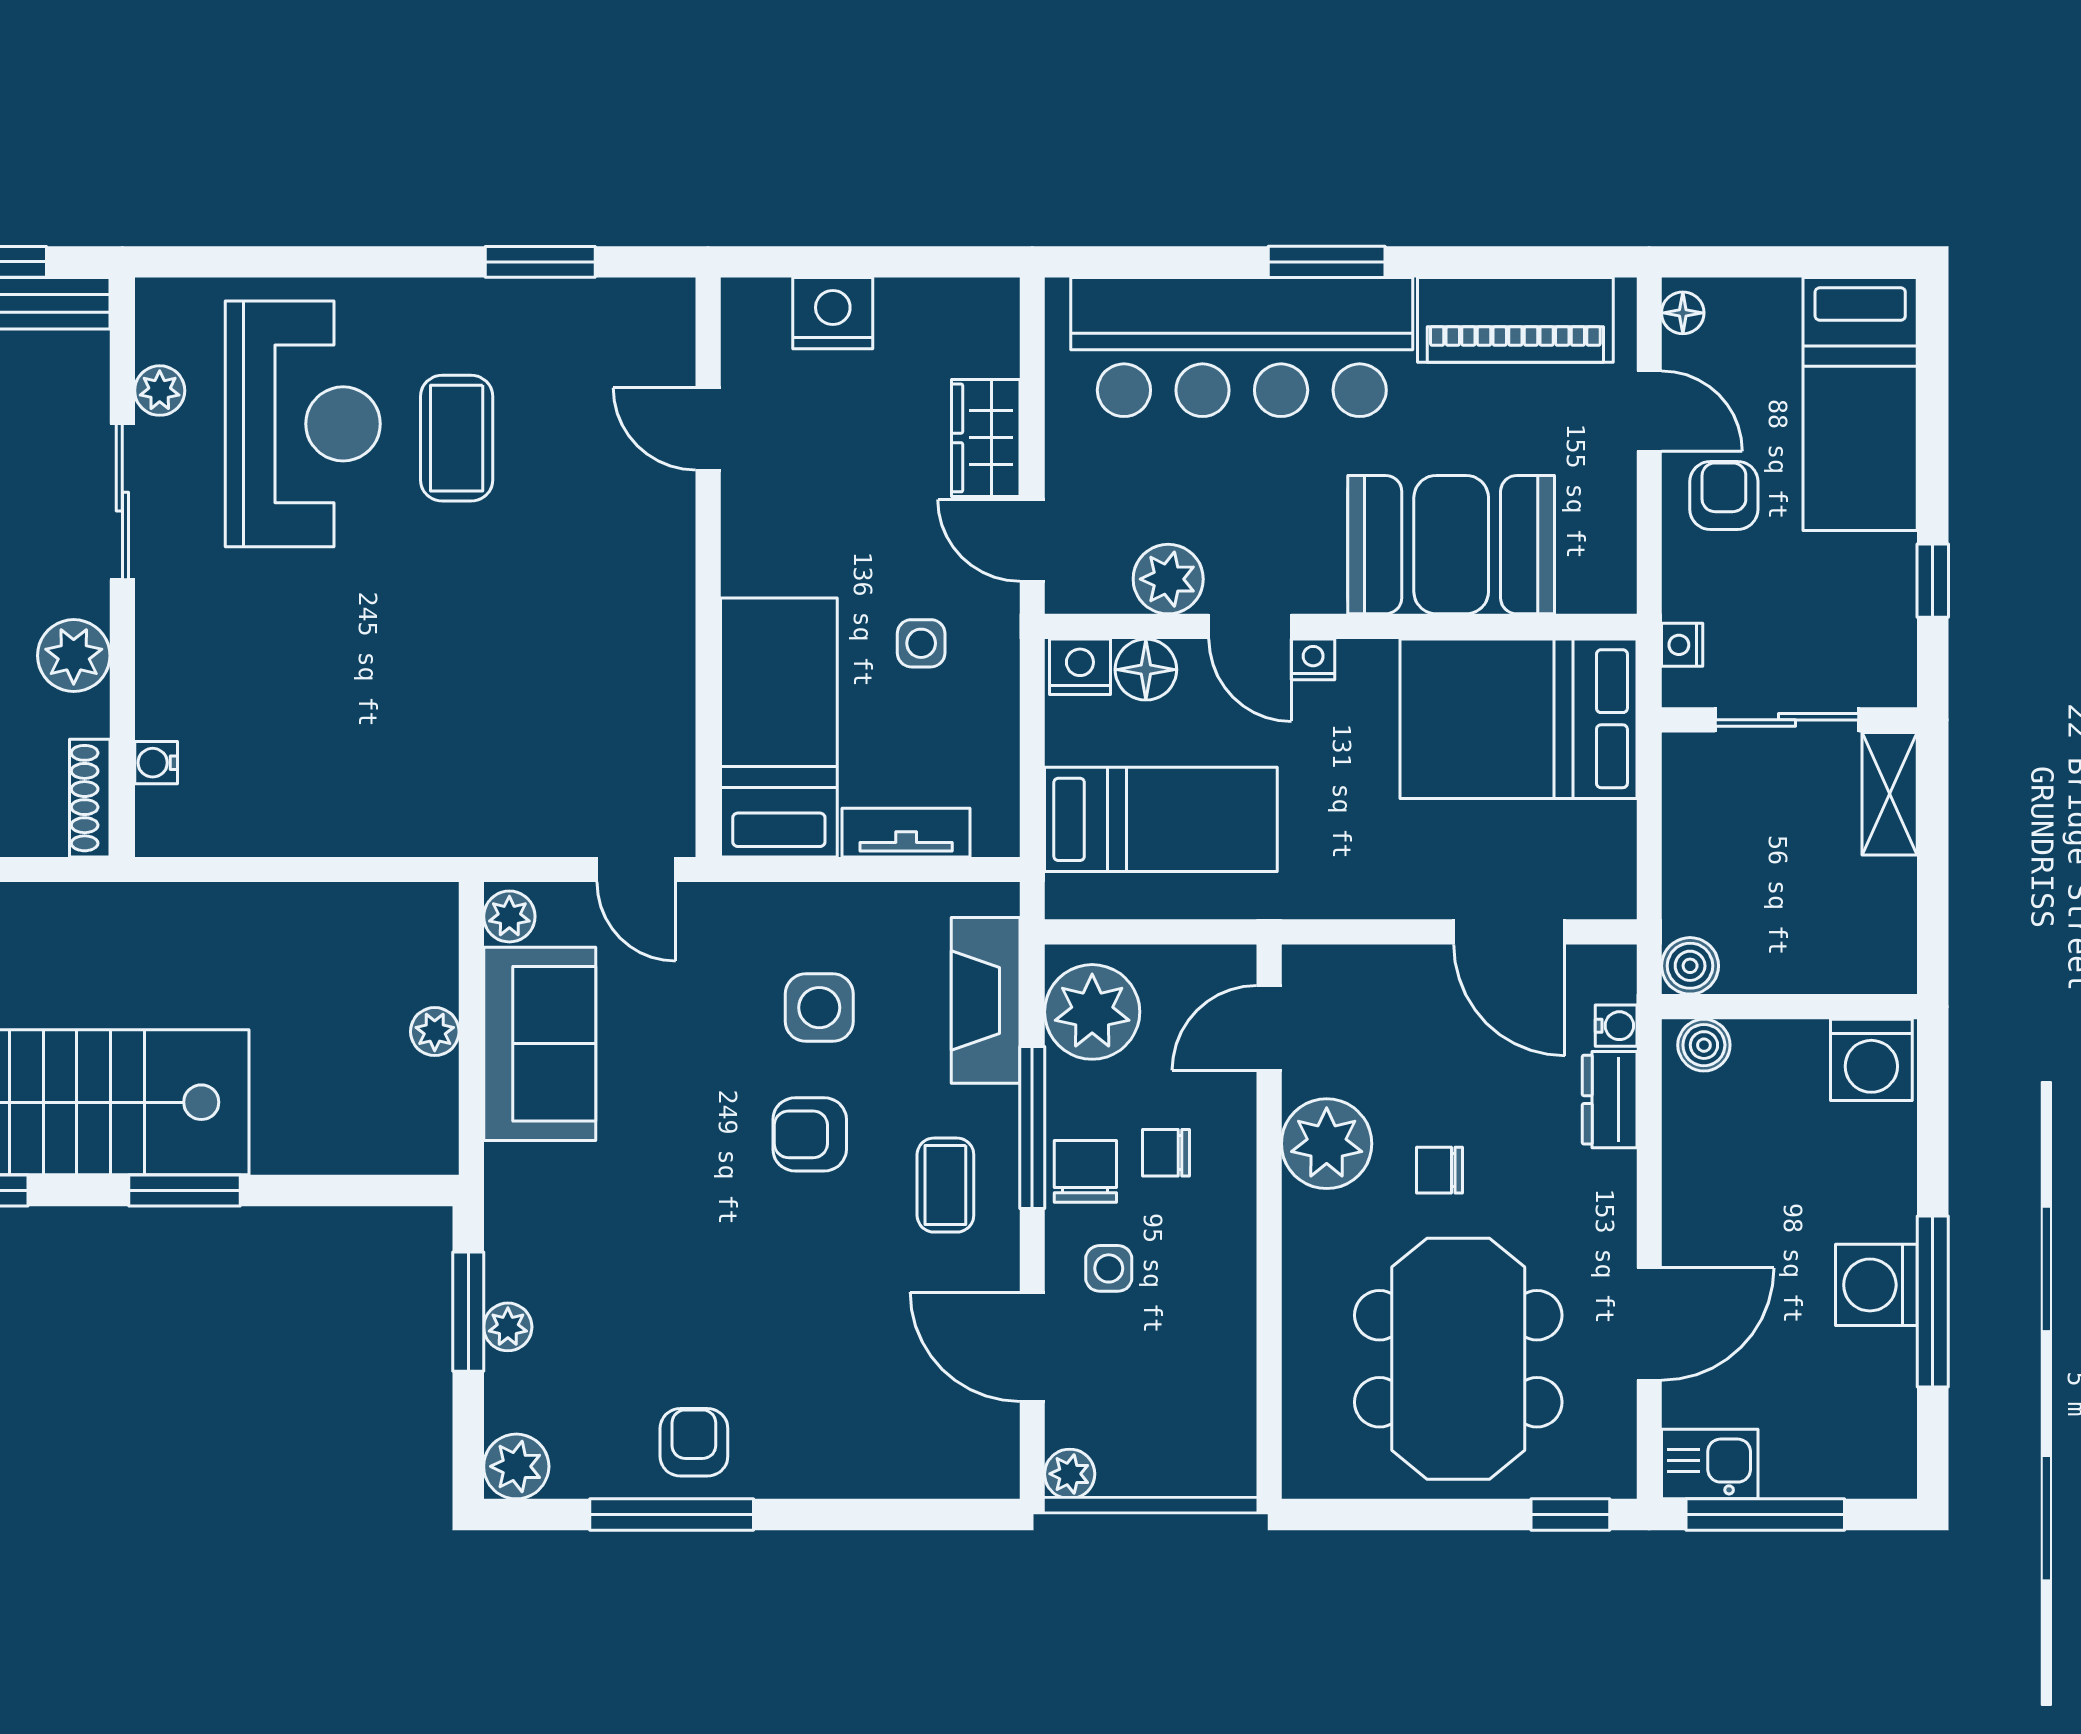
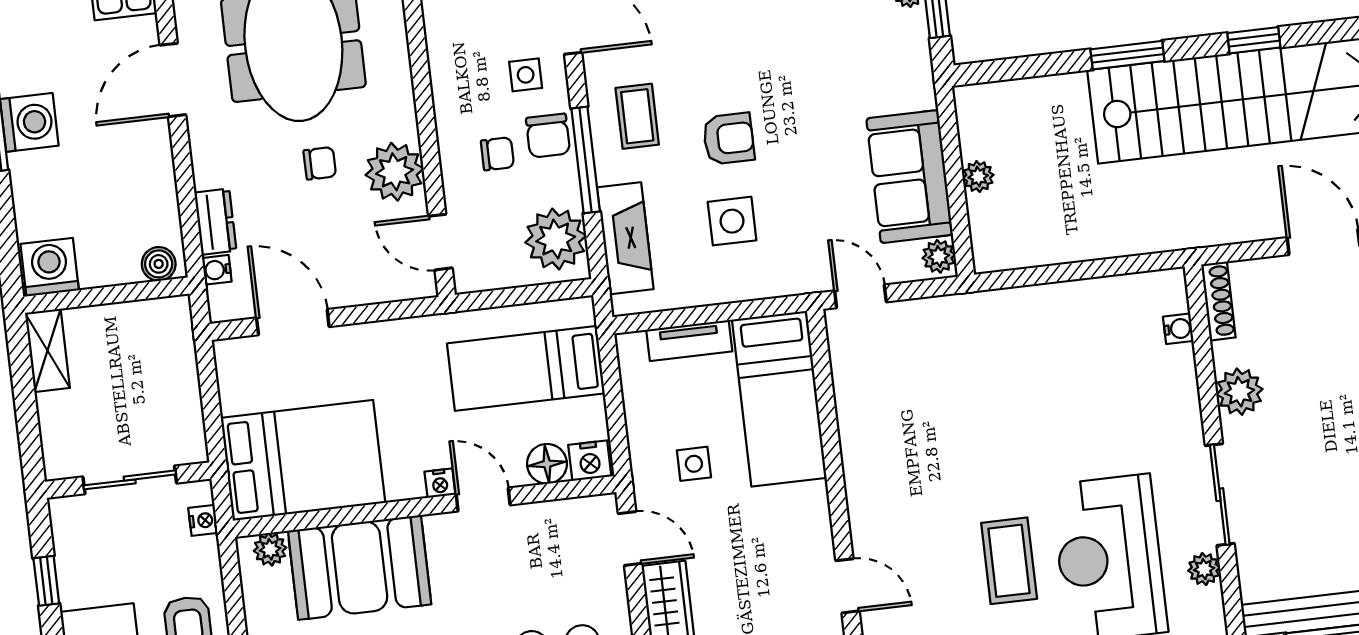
plant: (1168, 579) -> (270, 549), moved, width x0.73, depth x0.73
shelving: (1890, 794) -> (47, 350), moved
boiler: (1690, 966) -> (174, 314), removed
door: (1269, 1028) -> (440, 242), swing flipped

